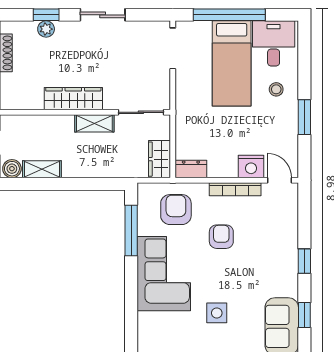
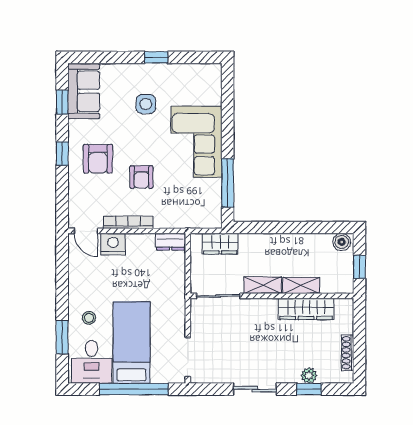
wardrobe: (73, 99) -> (306, 309), moved
window: (304, 117) -> (62, 337), moved
wardrobe: (159, 159) -> (220, 244), moved, turned 90
shelving: (42, 169) -> (301, 285), moved
armchair: (176, 210) -> (98, 159), moved

